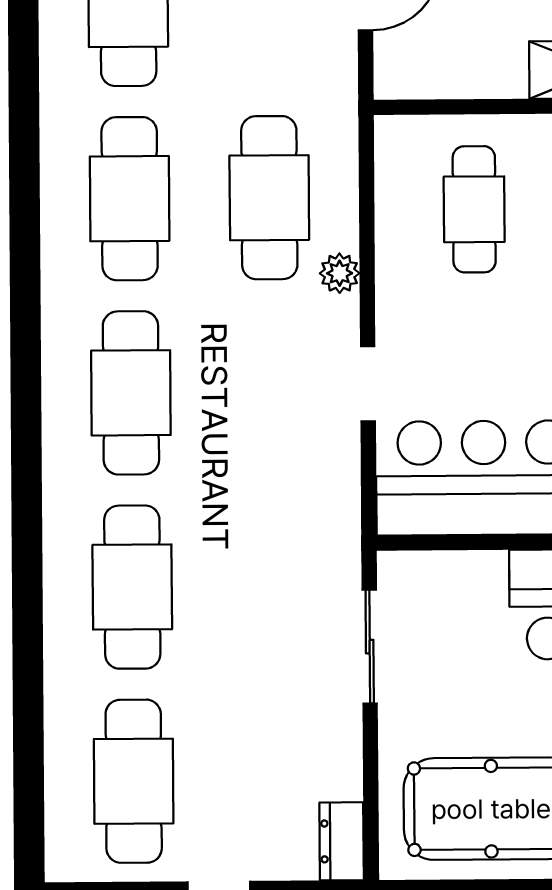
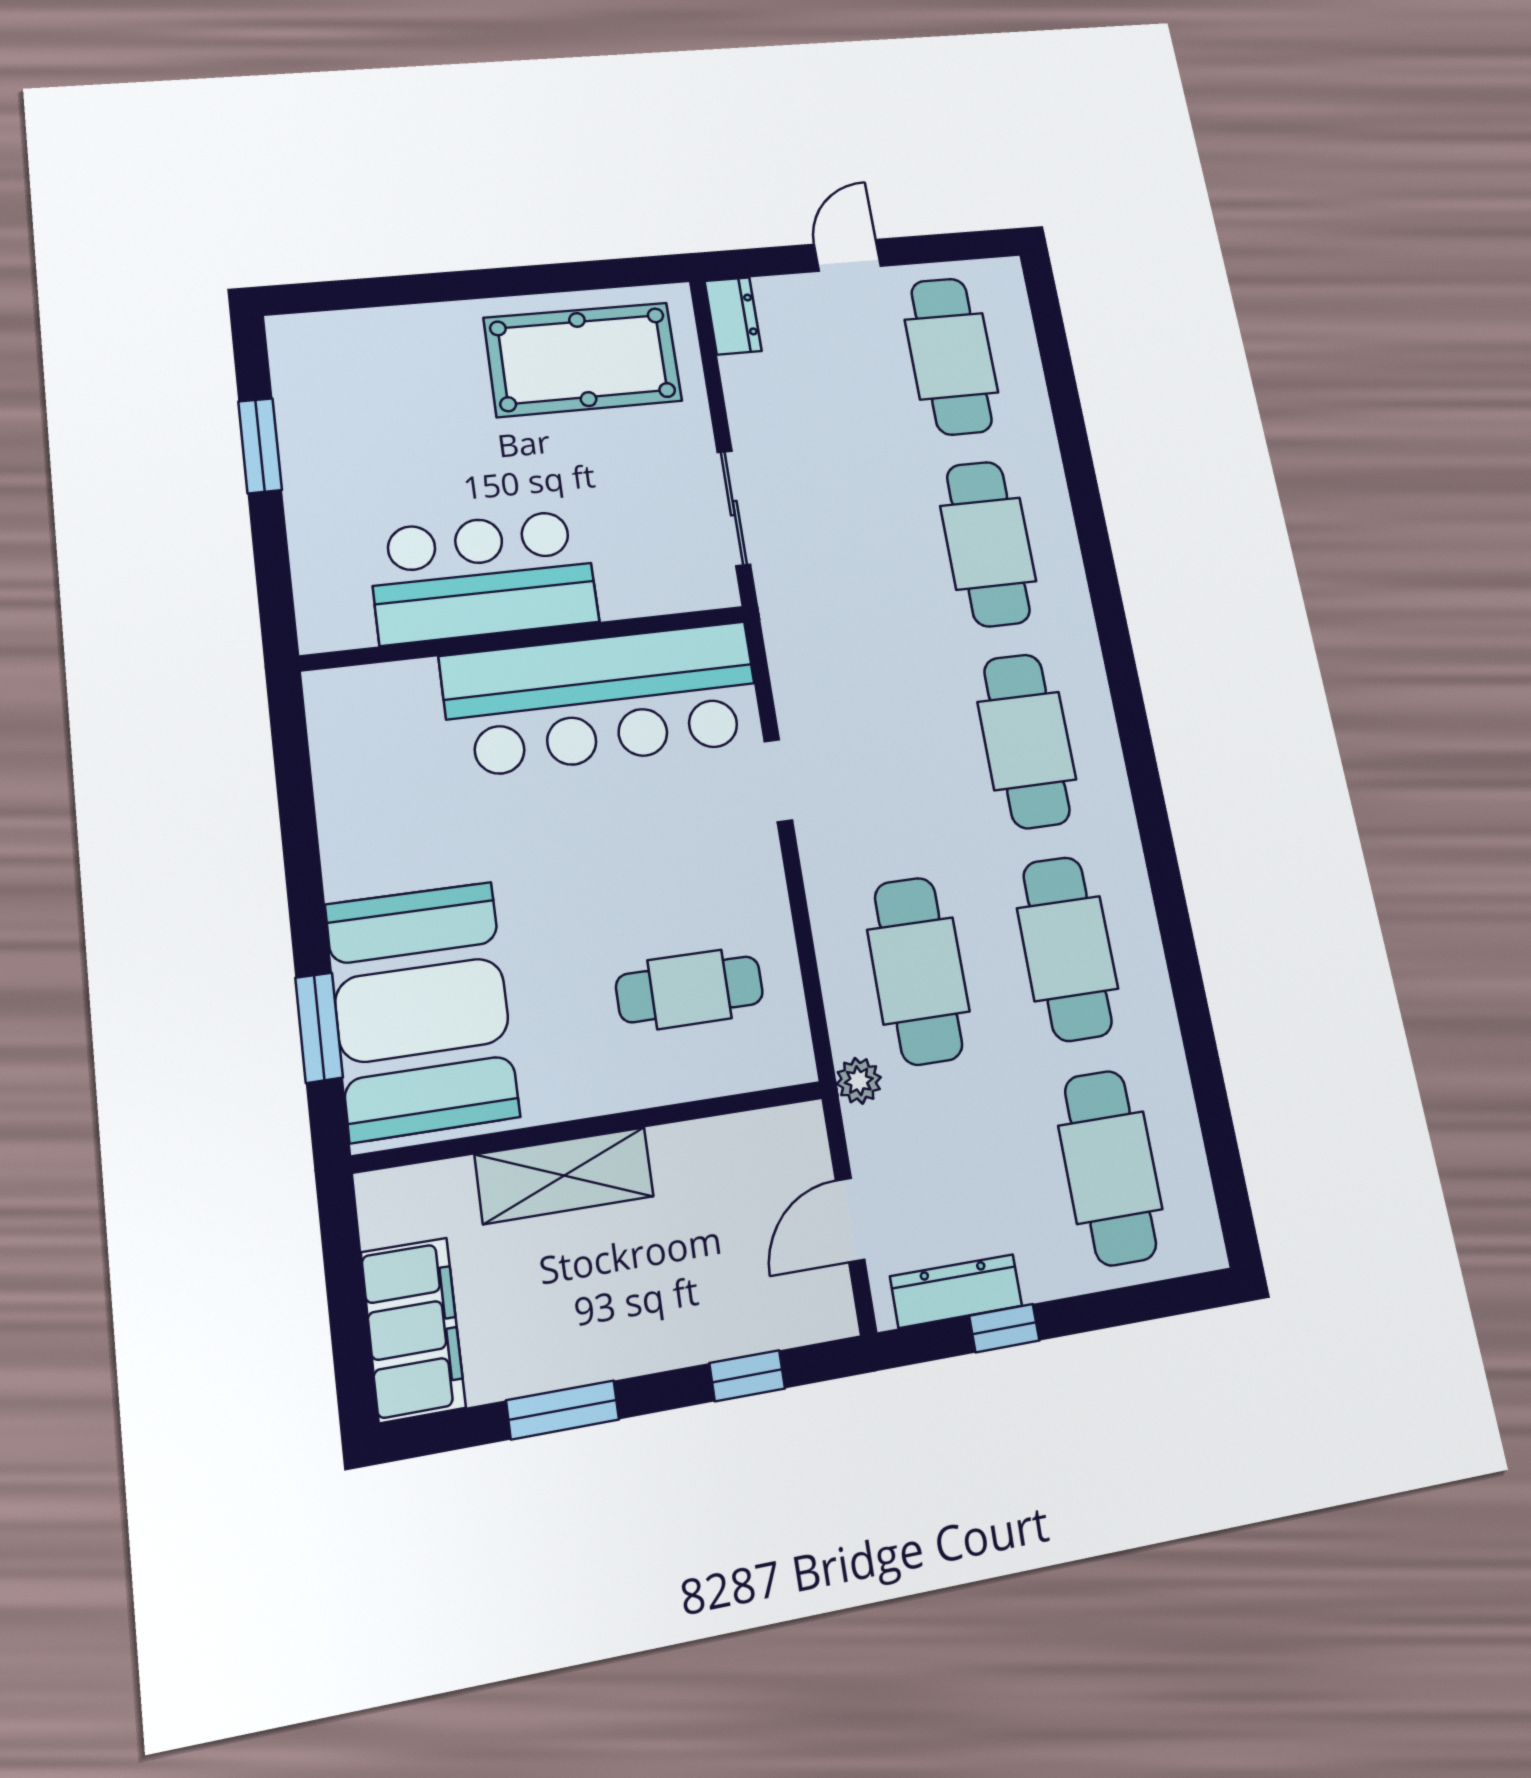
cafe table: (474, 209) -> (690, 989), turned 90
plant: (340, 273) -> (859, 1081), moved

